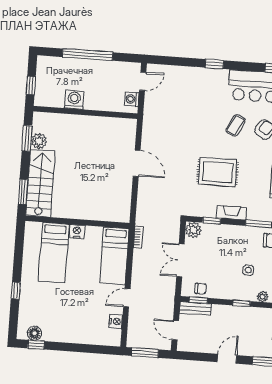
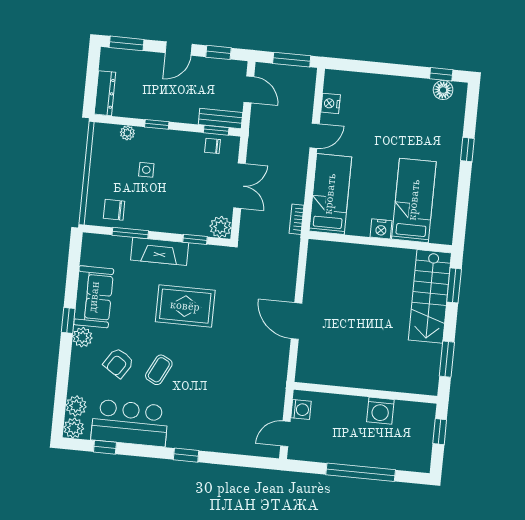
plant: (39, 141) -> (430, 355), removed
fireplace: (231, 213) -> (160, 251), width x1.37, depth x1.32
window: (198, 357) -> (218, 52), added

